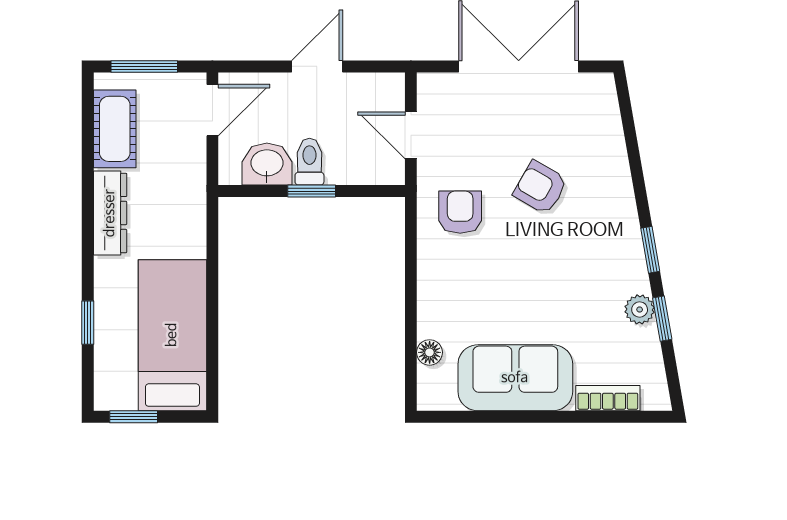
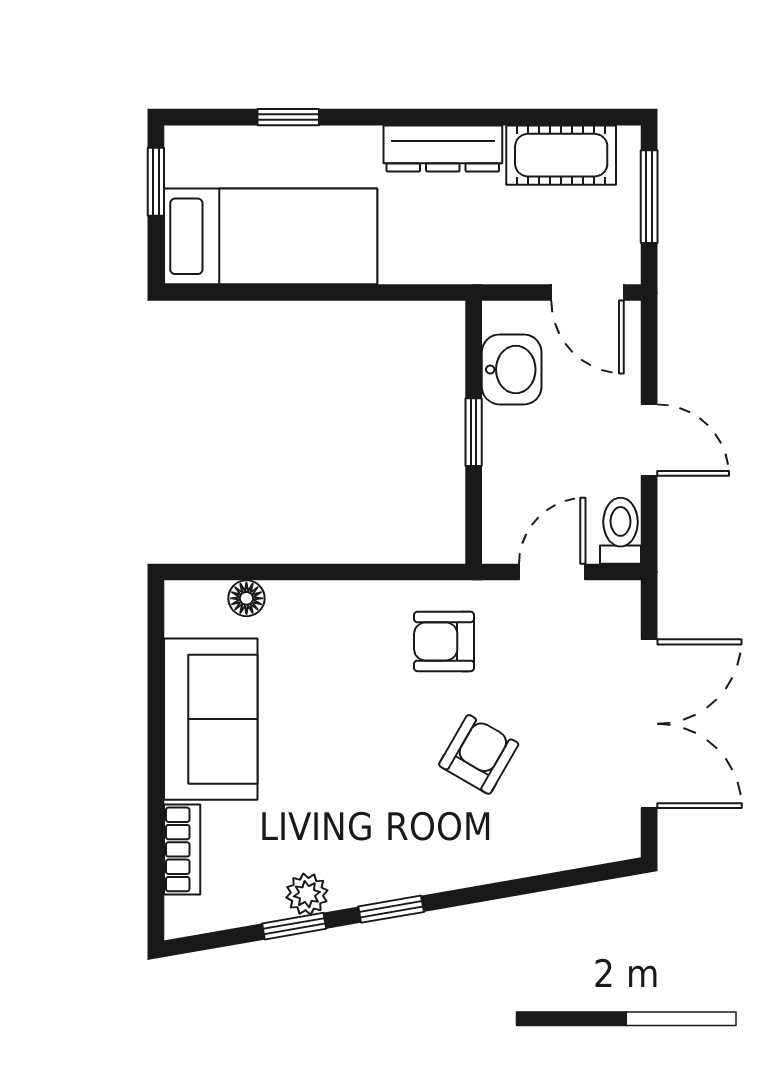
toilet: (309, 162) -> (621, 531), moved, turned -90
armchair: (460, 212) -> (444, 641), turned 180

